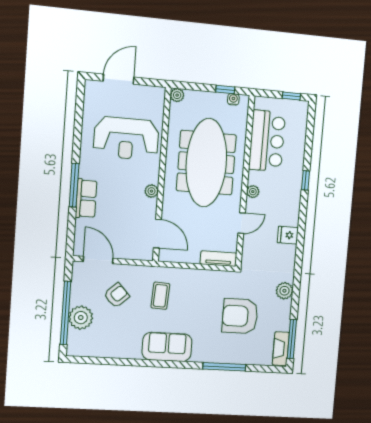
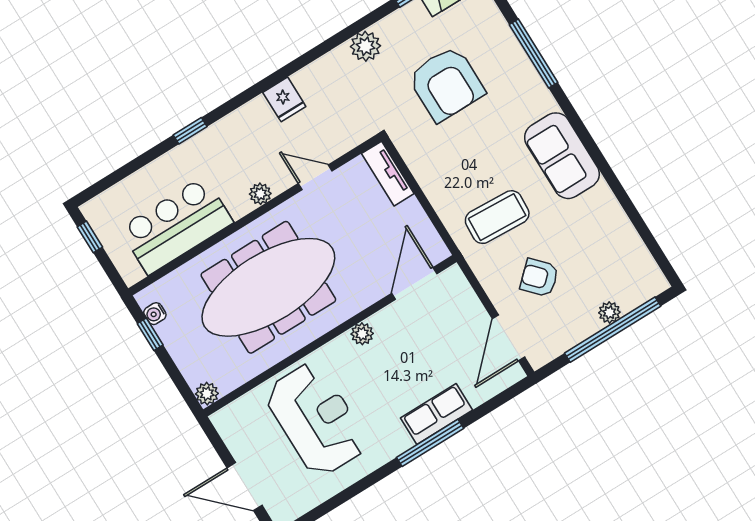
coffee table: (160, 296) -> (497, 217), width x1.36, depth x1.30
plant: (81, 318) -> (609, 312), width x0.53, depth x0.53

